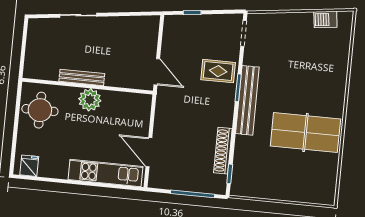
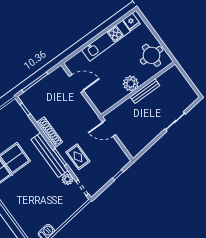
plant: (251, 57) -> (67, 179), added
rug: (218, 71) -> (78, 157), turned 90
shoe rack: (223, 151) -> (49, 132), moved
kitchen unit: (106, 173) -> (106, 41), moved

